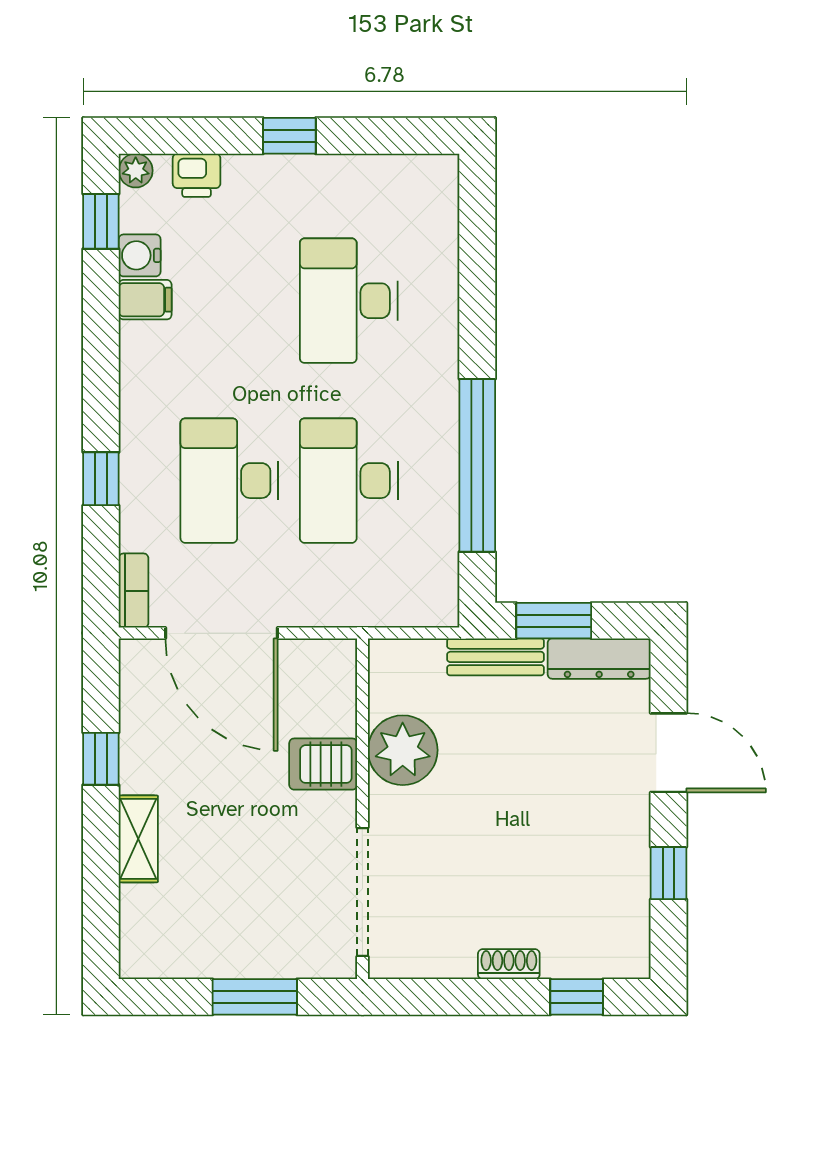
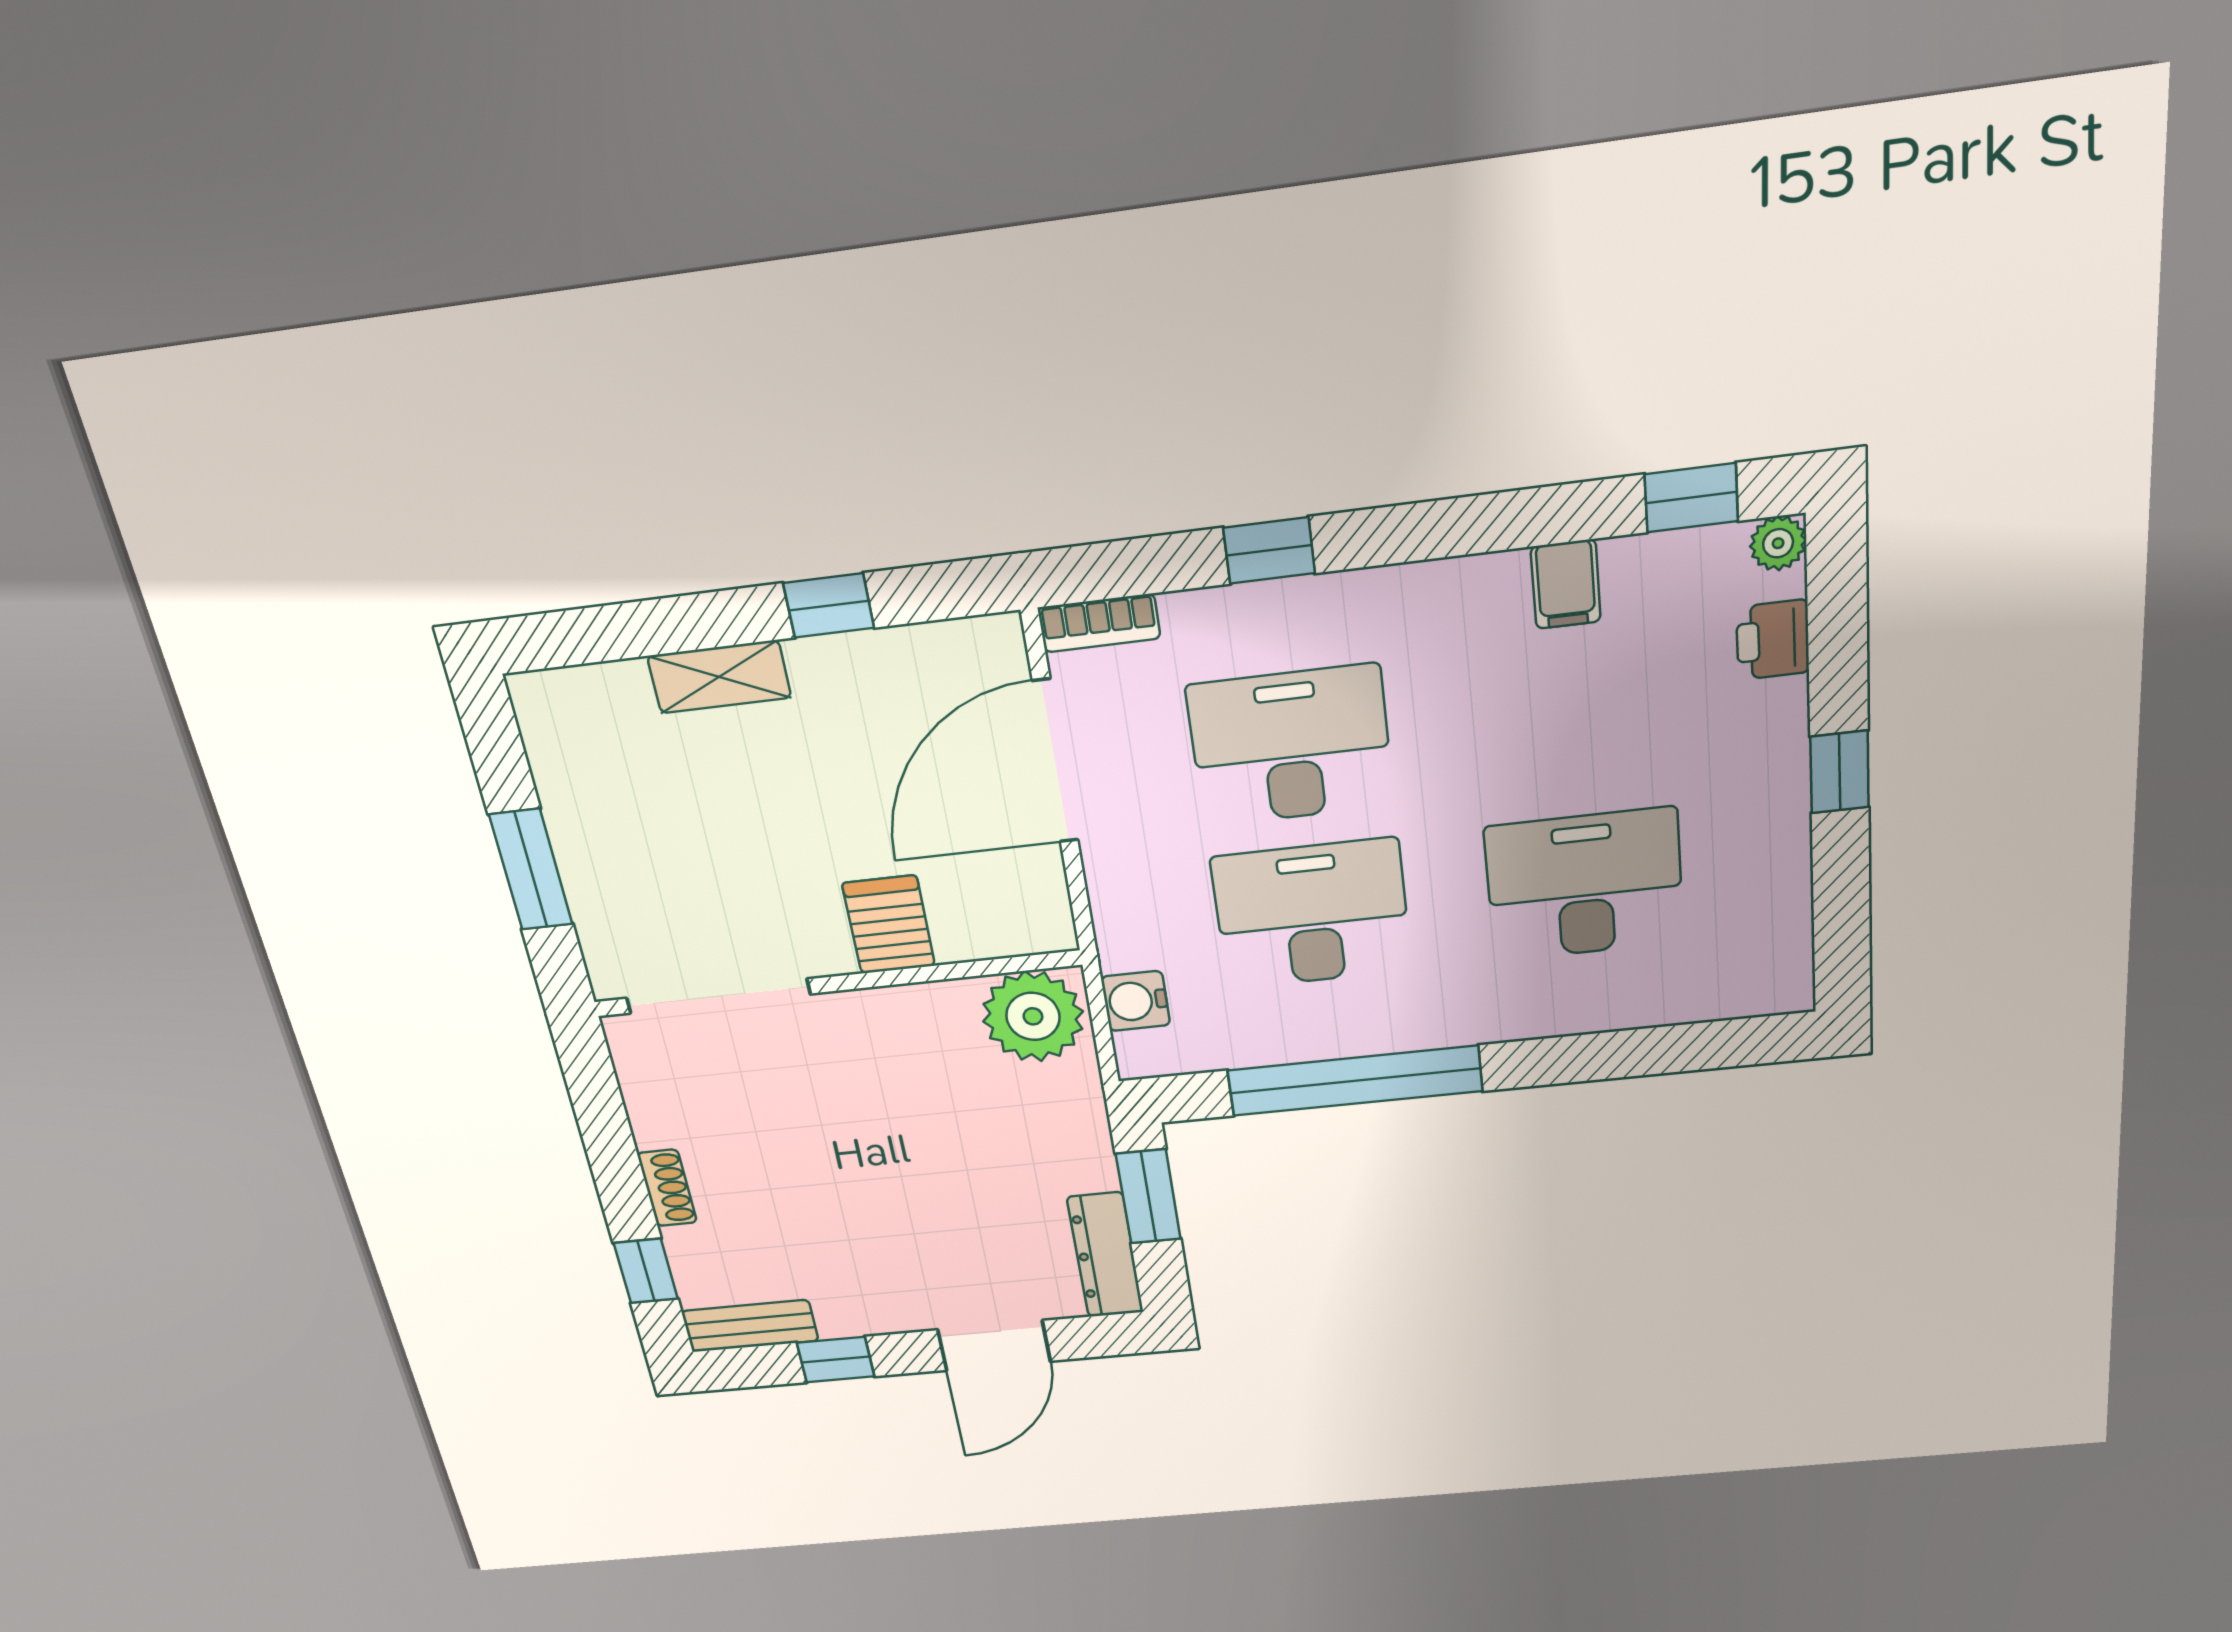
water cooler: (140, 255) -> (1136, 1001), moved, turned -90
bench: (496, 657) -> (750, 1326), moved, turned 90
plant: (403, 750) -> (1033, 1016), moved

